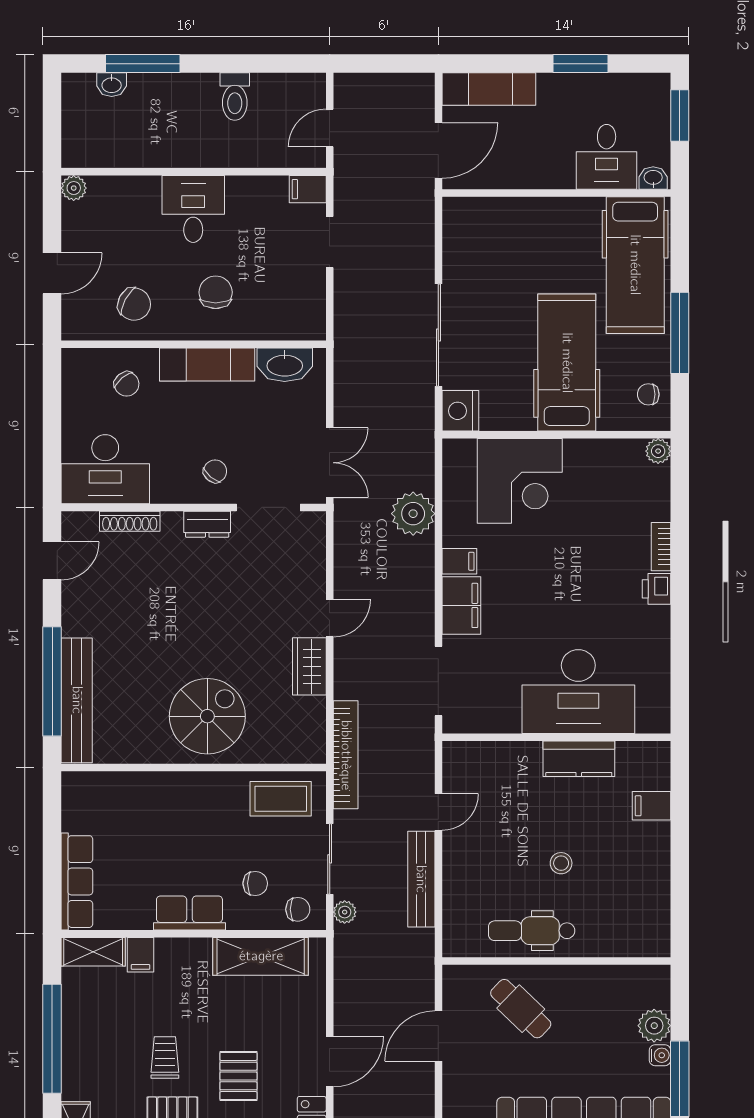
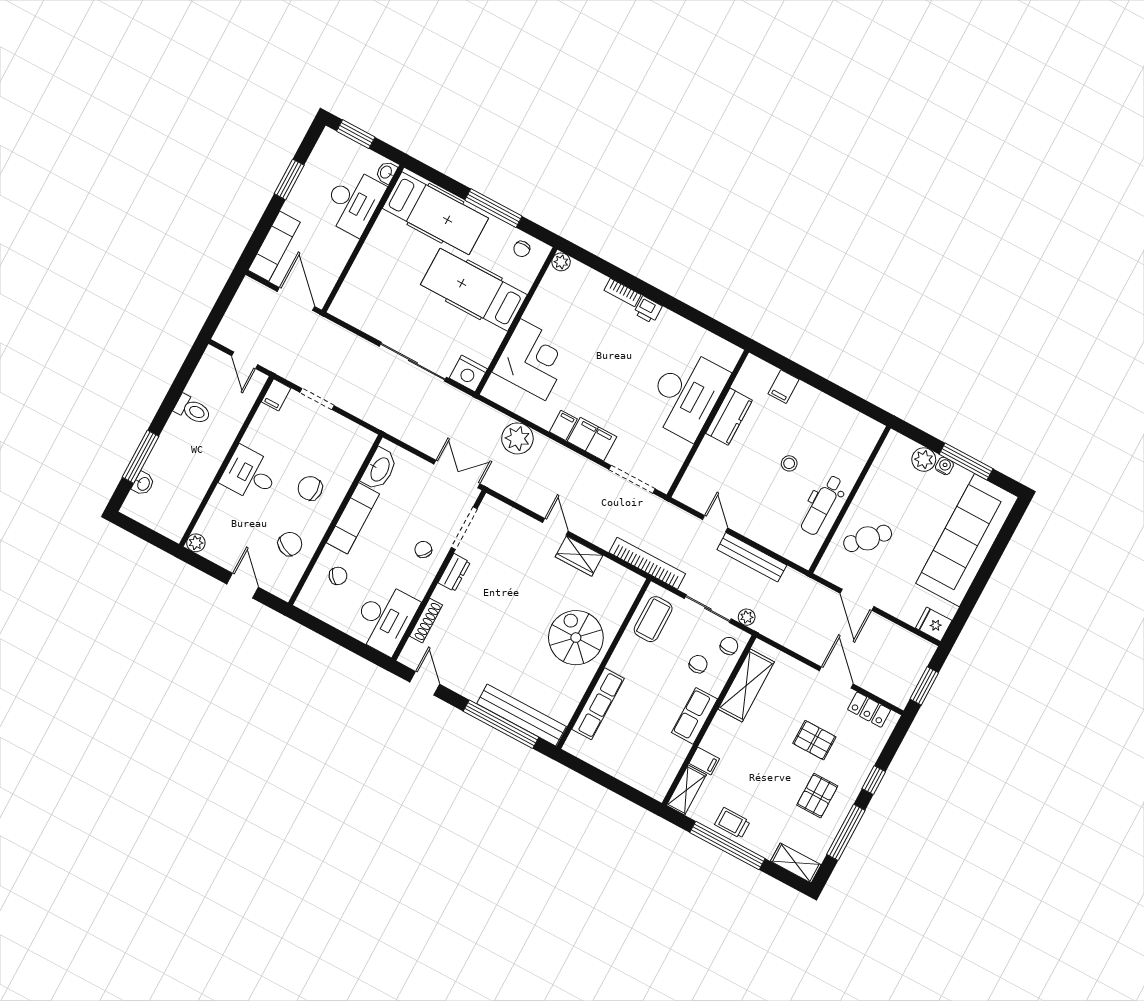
desk: (607, 157) -> (353, 202), width x1.37
row of seats: (77, 882) -> (598, 704), moved, turned 90
trolley: (165, 1057) -> (732, 823), moved

